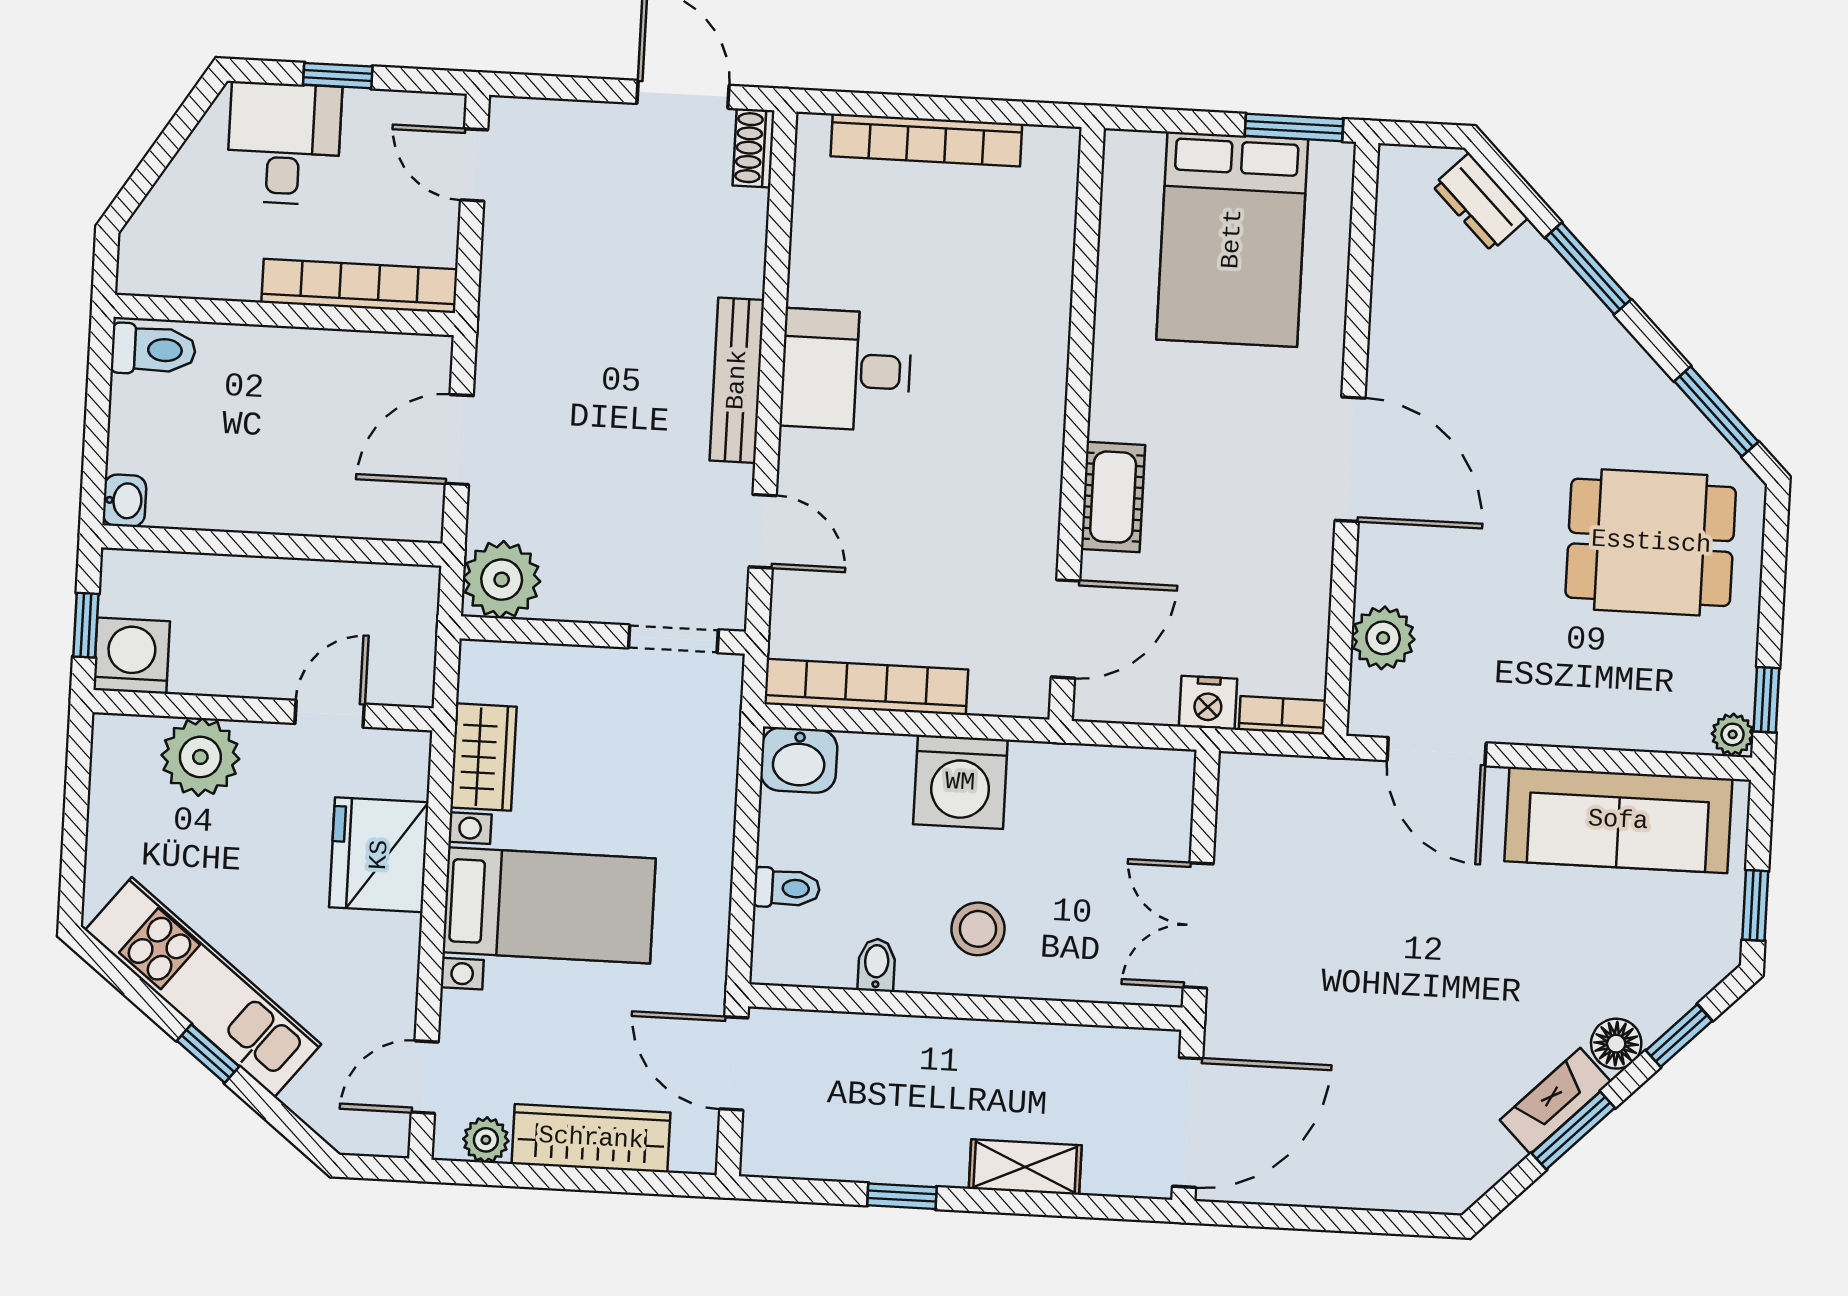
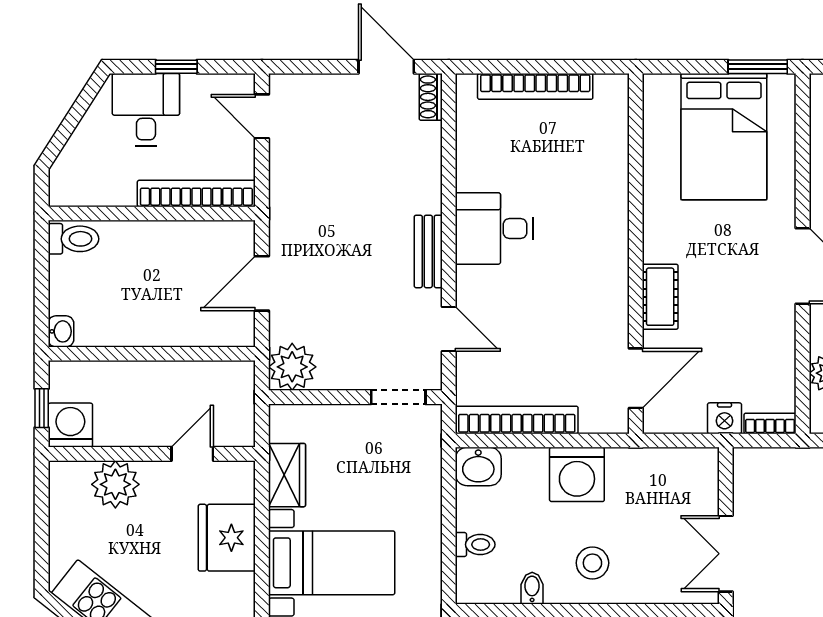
bench: (737, 380) -> (428, 251), width x0.73

